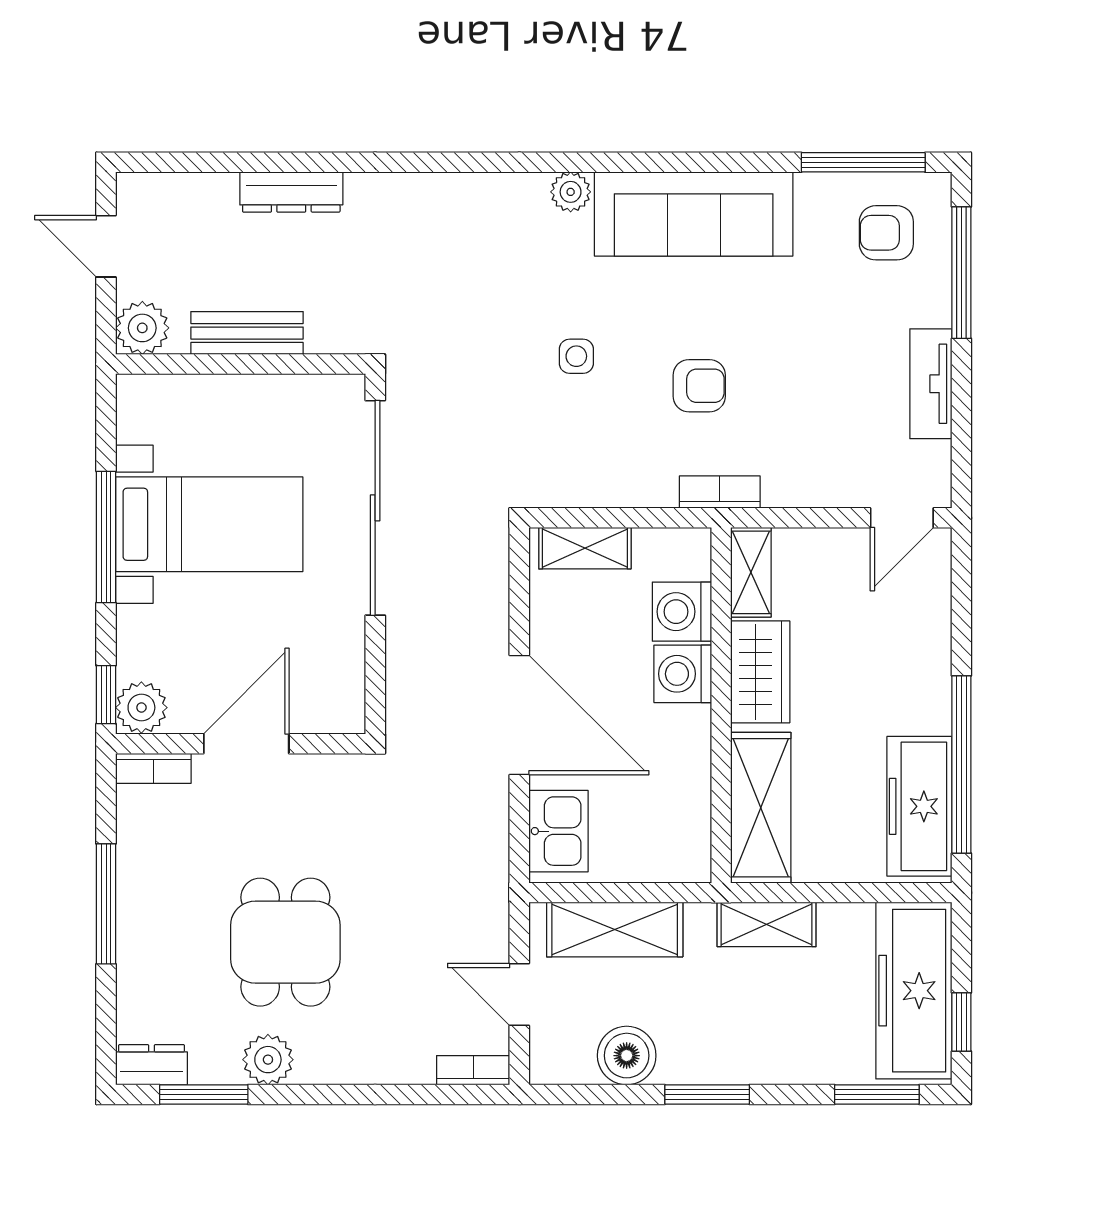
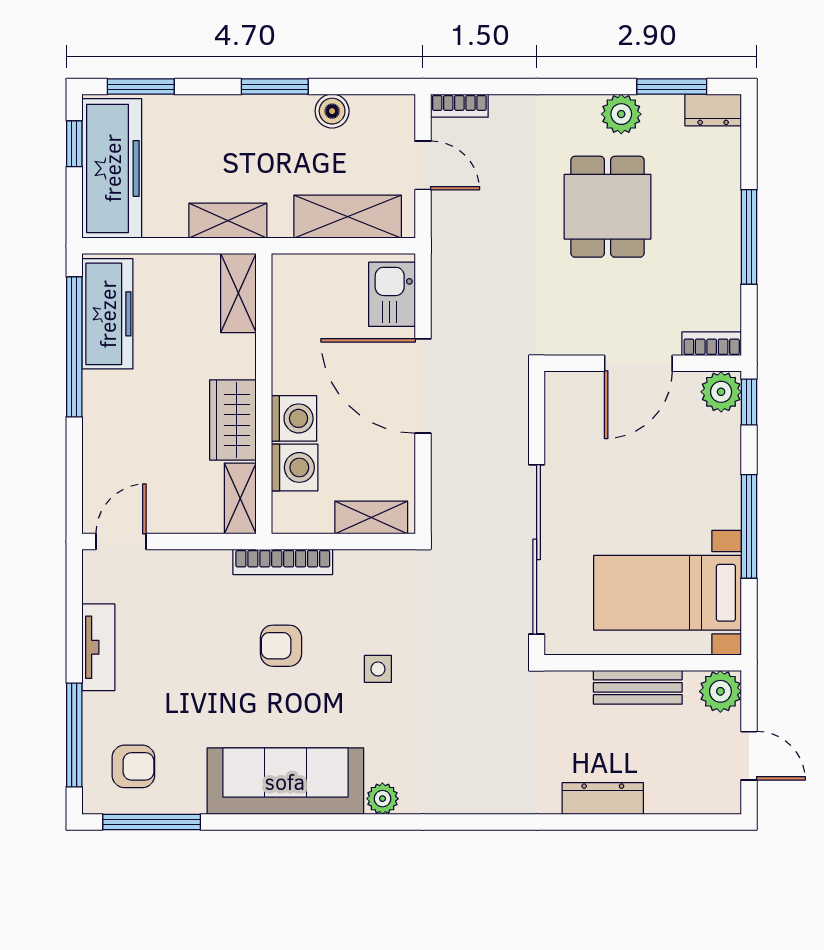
bookcase: (720, 492) -> (283, 562), width x1.56
bed with nightstands: (209, 524) -> (668, 593), moved
shelving: (761, 808) -> (238, 293), width x0.67, depth x0.75
boiler: (627, 1056) -> (332, 111), width x0.73, depth x0.73

